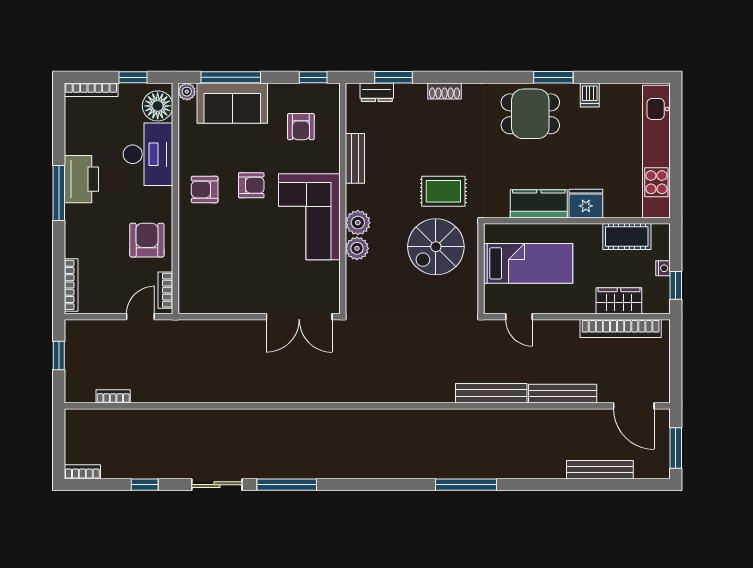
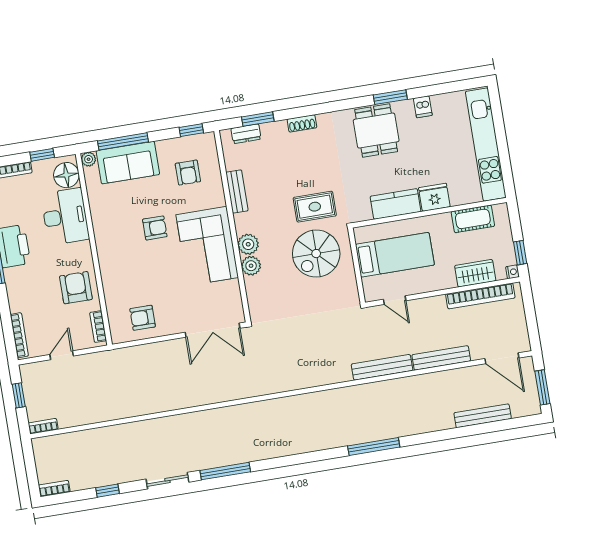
dining table: (530, 114) -> (376, 131), turned 90
armchair: (205, 190) -> (143, 318), moved
nightstand: (663, 268) -> (512, 272), moved
door: (140, 317) -> (62, 355), moved
bookcase: (113, 396) -> (43, 426), moved

